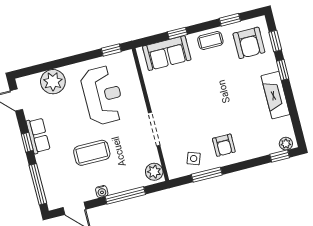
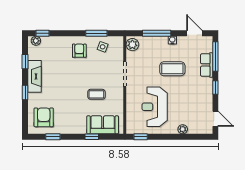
coffee table: (210, 40) -> (96, 94), moved
window: (275, 41) -> (25, 62), moved
plant: (53, 82) -> (183, 129), width x0.53, depth x0.53
row of seats: (38, 136) -> (207, 65), moved

